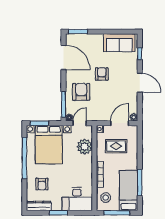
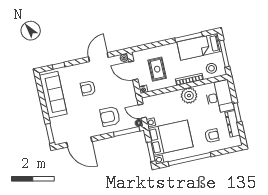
sofa: (119, 43) -> (53, 95), width x1.36
door: (64, 58) -> (79, 142), swing flipped
armchair: (102, 74) -> (88, 88), moved
door: (140, 83) -> (98, 57), moved
plant: (85, 147) -> (189, 95), moved
dresser: (39, 206) -> (232, 124), moved

